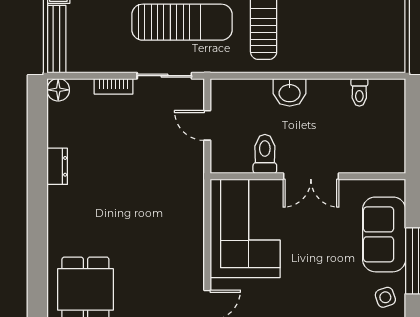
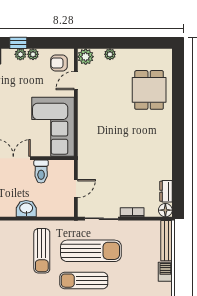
sun lounger: (182, 22) -> (91, 251), turned 180
door: (207, 125) -> (76, 189), hinge flipped
dresser: (57, 166) -> (166, 191), moved

